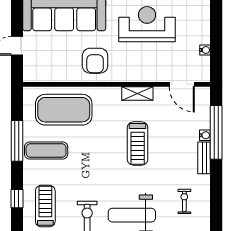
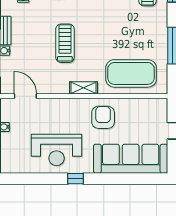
shelving: (137, 94) -> (83, 88), moved
exercise mat: (46, 150) -> (147, 37), removed

